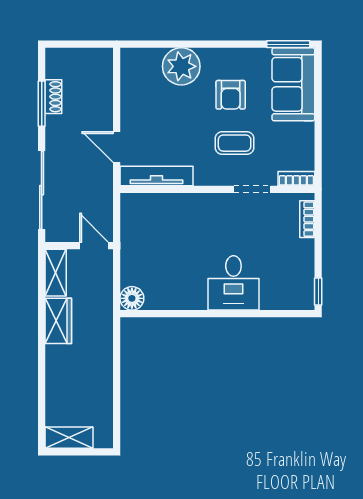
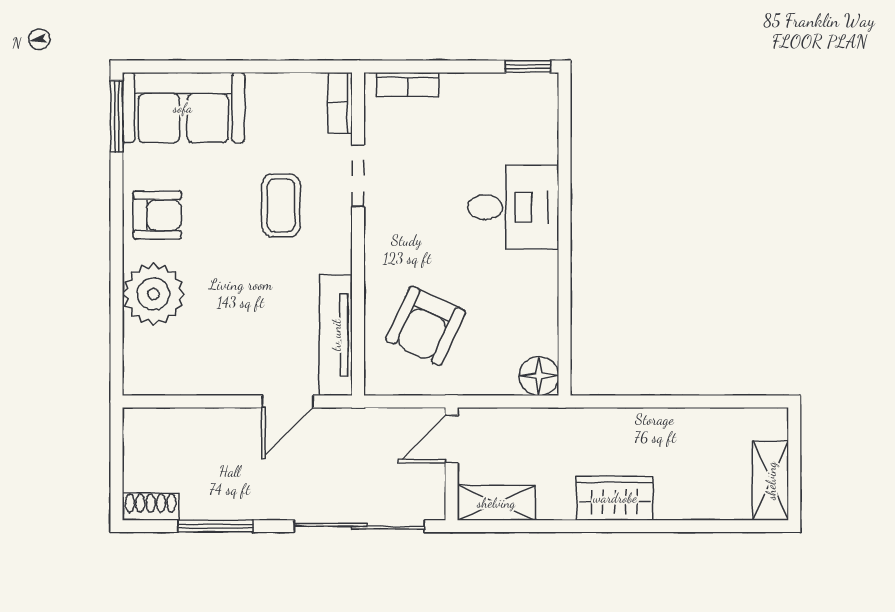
armchair: (231, 95) -> (157, 215), moved
shoe rack: (53, 97) -> (151, 507), moved
armchair: (162, 230) -> (426, 326), added
wardrobe: (58, 321) -> (615, 498), moved

